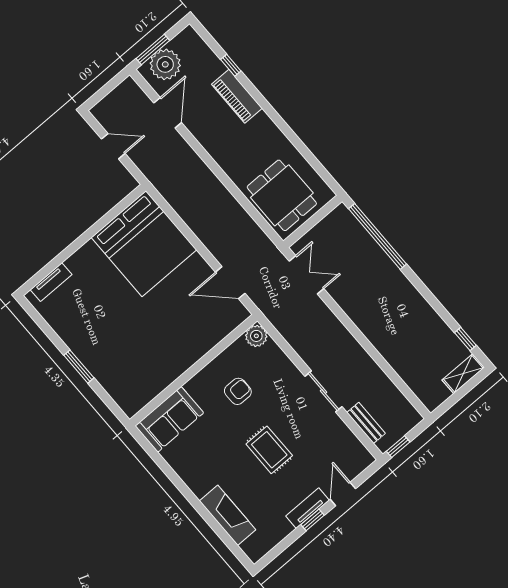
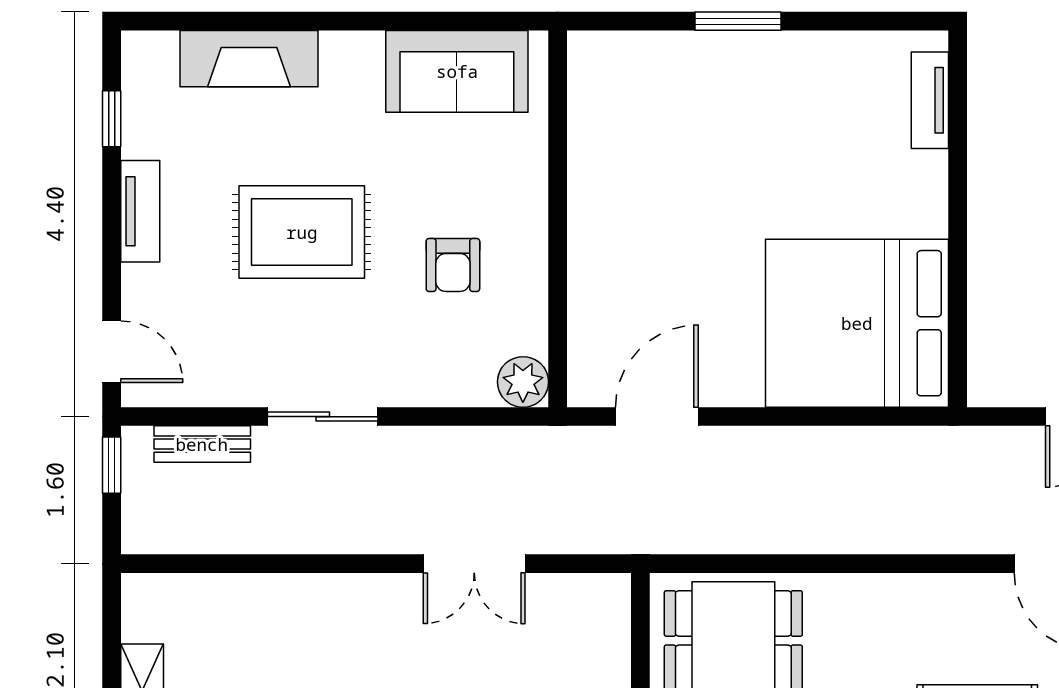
double door: (307, 275) -> (474, 564), moved
sofa: (169, 419) -> (457, 71), moved, turned -90
rug: (269, 450) -> (302, 232), width x1.36, depth x1.43
door: (343, 494) -> (112, 352), moved
window: (313, 520) -> (112, 119), moved

